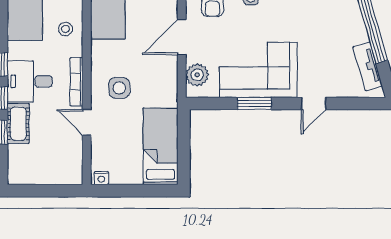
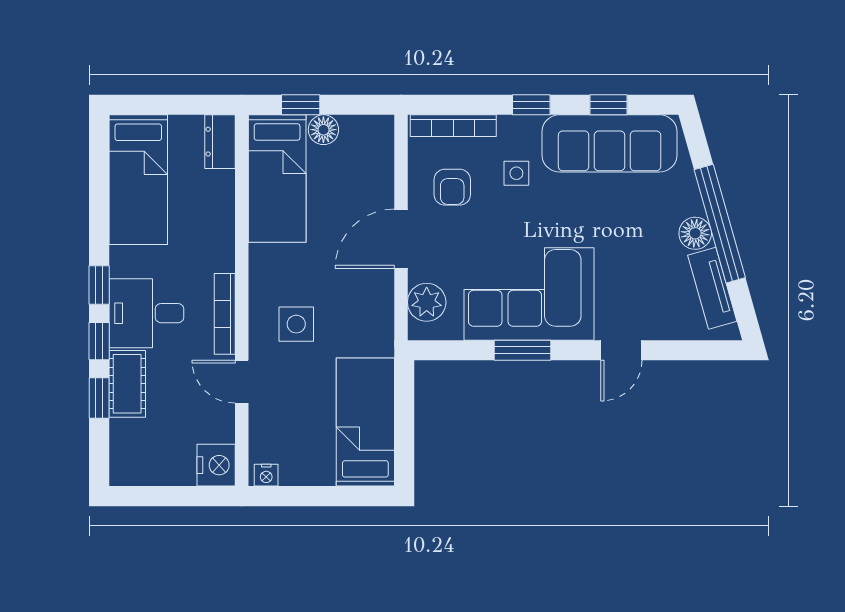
stool: (65, 29) -> (206, 226), removed
floor lamp: (358, 34) -> (695, 233), added
nightstand: (71, 172) -> (216, 465), added

